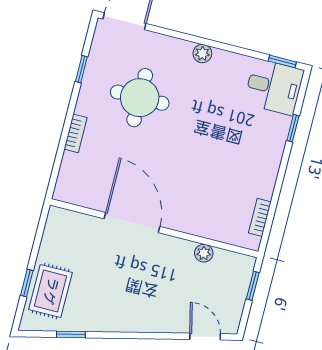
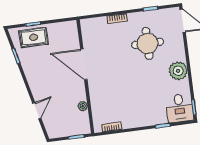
plant: (202, 54) -> (178, 71), width x1.88, depth x1.88
door: (132, 223) -> (84, 64), swing flipped
door: (205, 337) -> (37, 111), moved

